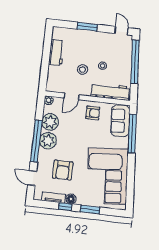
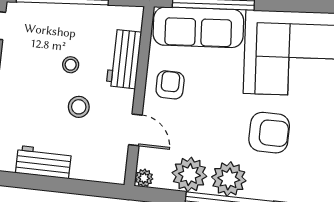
workbench: (110, 92) -> (124, 59), width x0.73
sofa: (120, 121) -> (198, 27), width x1.36
armchair: (63, 170) -> (269, 133), moved

